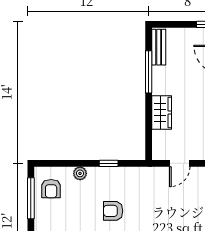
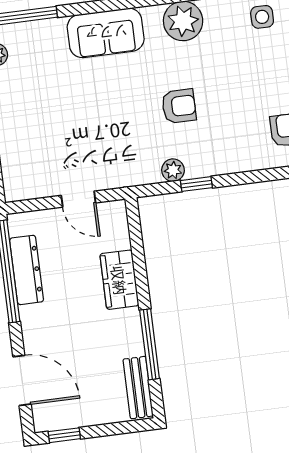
door: (180, 163) -> (78, 199), swing flipped
plant: (80, 173) -> (173, 170), moved

